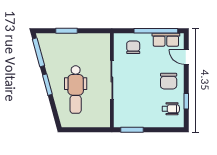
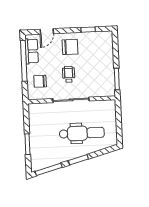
wheelchair: (171, 109) -> (69, 74), moved

